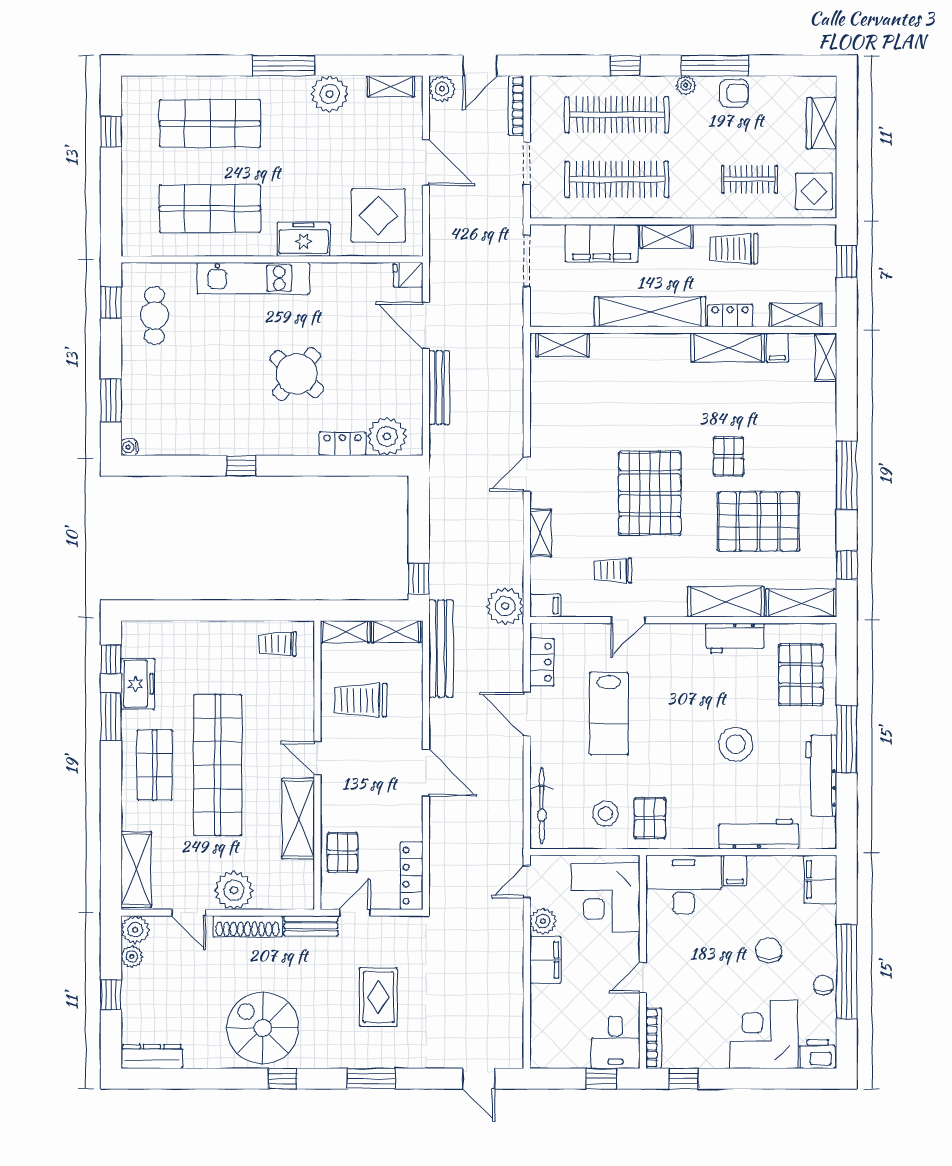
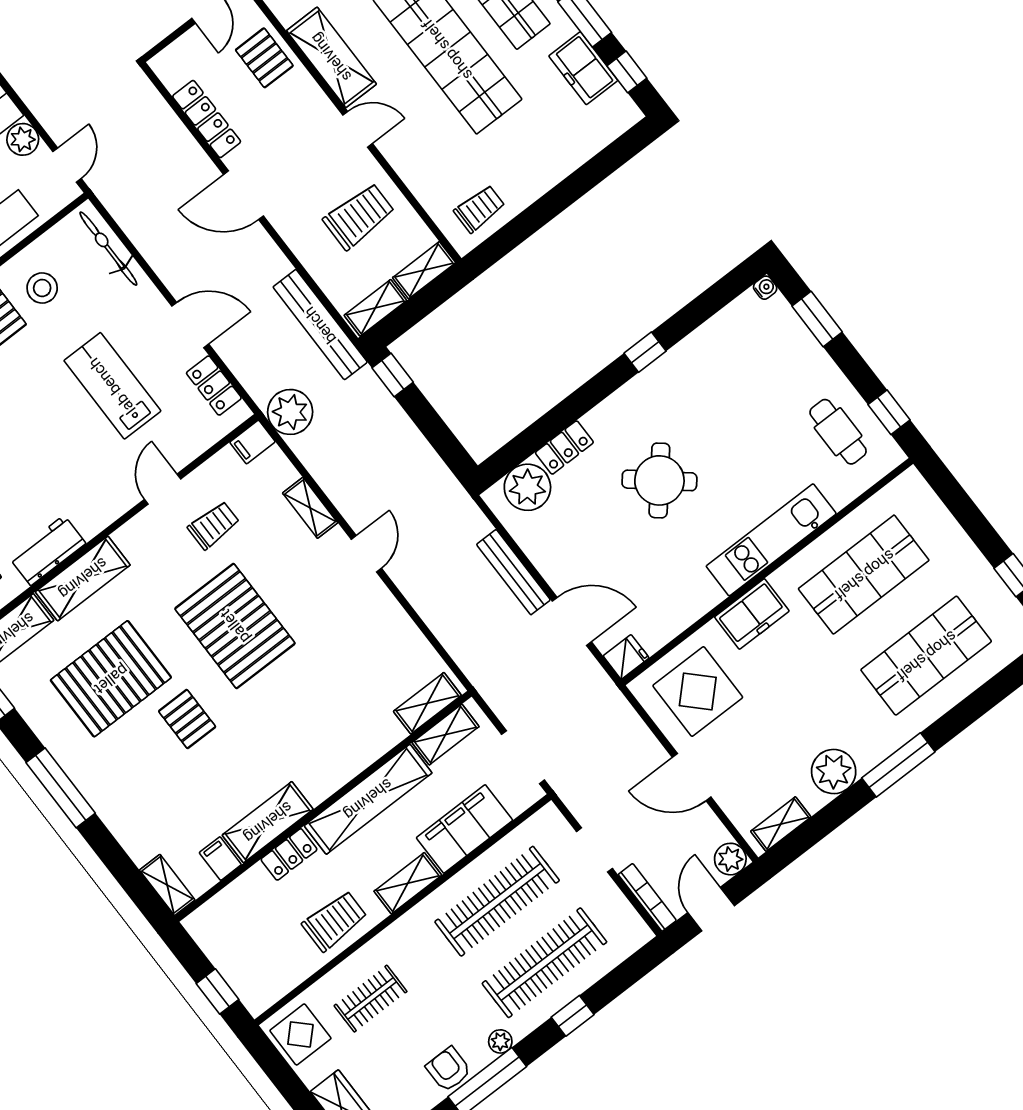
armchair: (734, 93) -> (449, 1069), turned 90
shelving: (796, 315) -> (445, 735), moved
locker: (412, 876) -> (207, 119), moved

